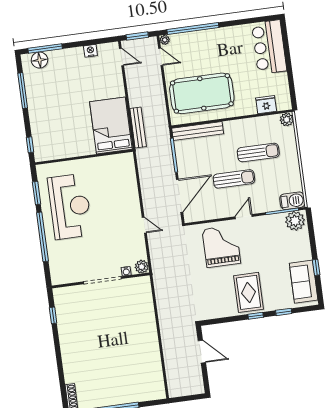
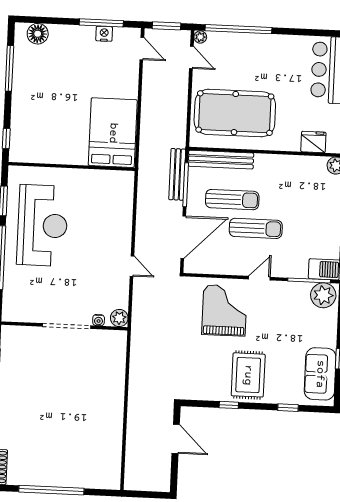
window: (45, 48) -> (101, 23), moved
bench: (138, 128) -> (177, 174), moved
sun lounger: (258, 153) -> (232, 200), moved
window: (256, 316) -> (229, 405), moved

